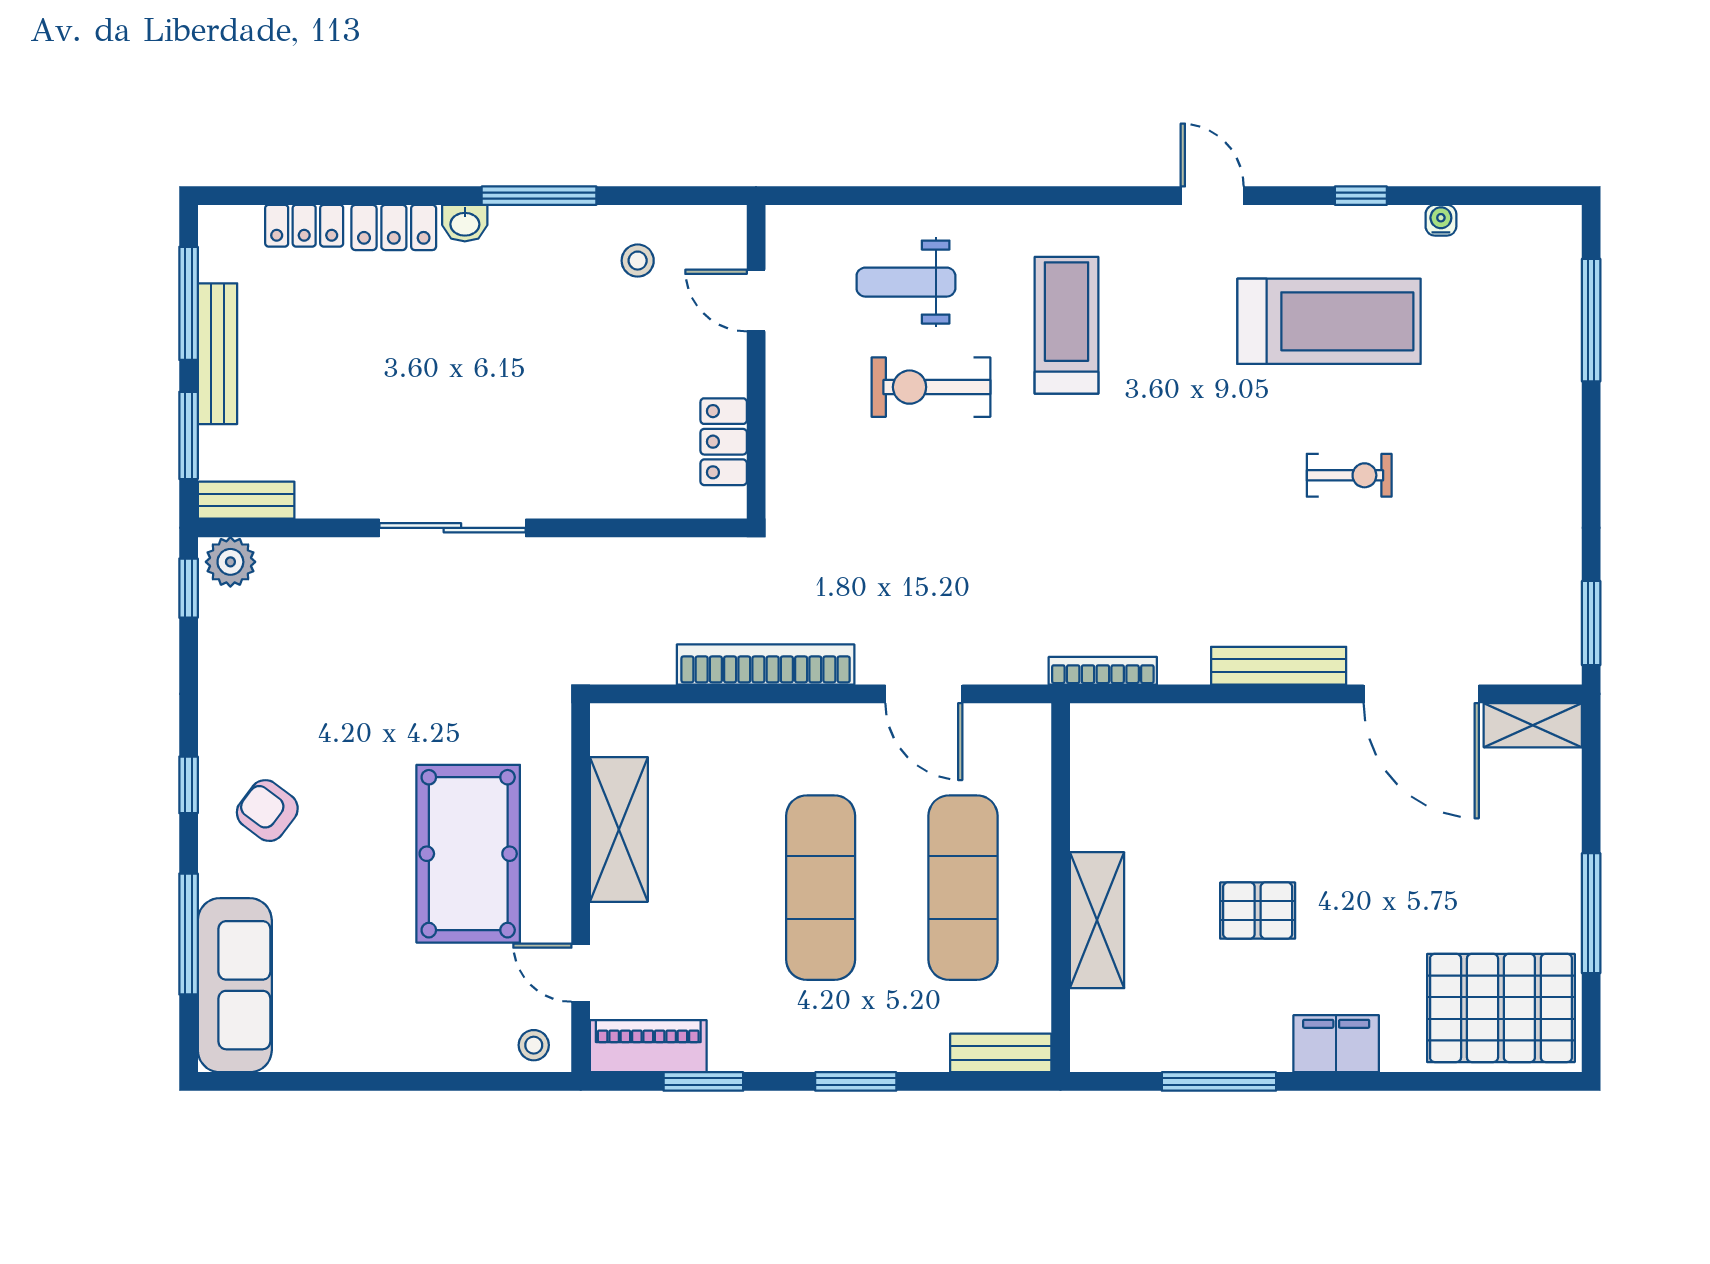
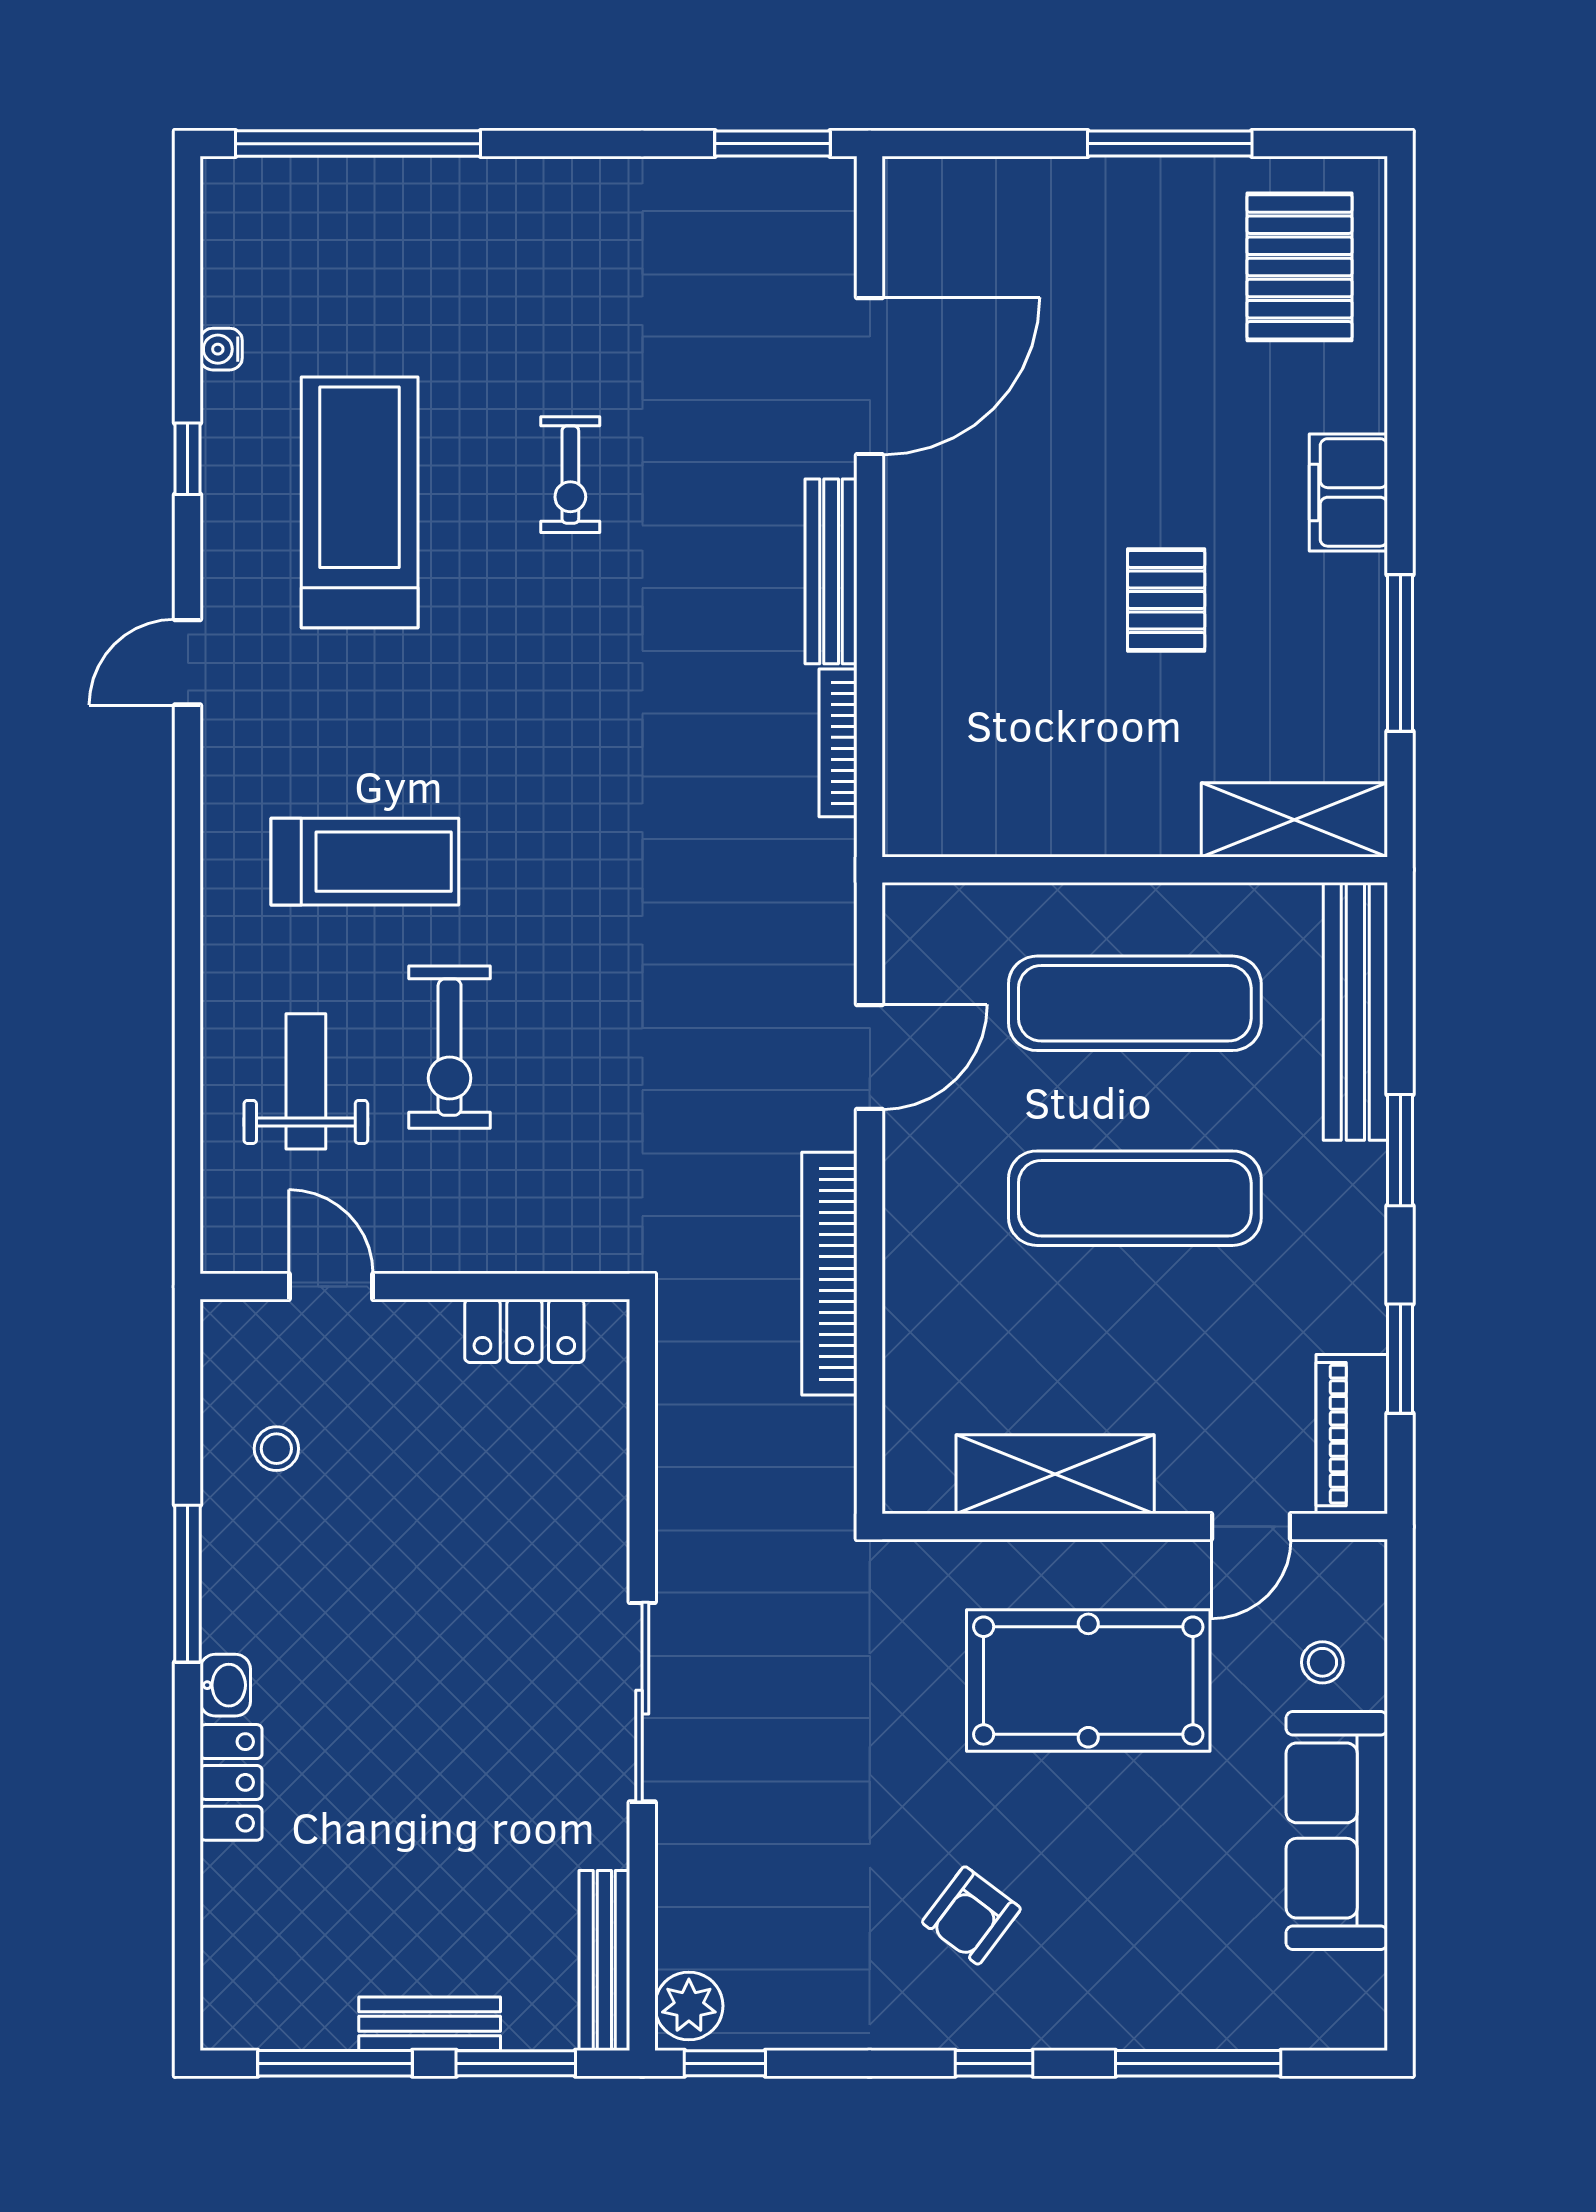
locker: (304, 226) -> (229, 1905), removed
weight bench: (906, 282) -> (306, 1081), turned 180
door: (756, 301) -> (331, 1287), swing flipped
window: (1591, 320) -> (358, 144), width x1.46
treadmill: (1066, 325) -> (365, 862), turned 180
bench: (217, 354) -> (430, 2024), width x0.73
exercise bike: (1349, 475) -> (570, 475), turned 180
bench: (246, 500) -> (604, 1961), width x1.36
bookcase: (1103, 671) -> (838, 743), moved
shelving: (1533, 725) -> (912, 223), removed
armchair: (267, 811) -> (971, 1915), moved
shelving: (1097, 920) -> (1294, 820), moved
sofa: (235, 985) -> (1337, 1831), moved, turned -90
pallet: (1501, 1008) -> (1299, 267), width x0.73, depth x0.71
stool: (534, 1045) -> (1322, 1662), moved
bench: (1001, 1053) -> (1355, 1011), width x1.86, depth x1.21

